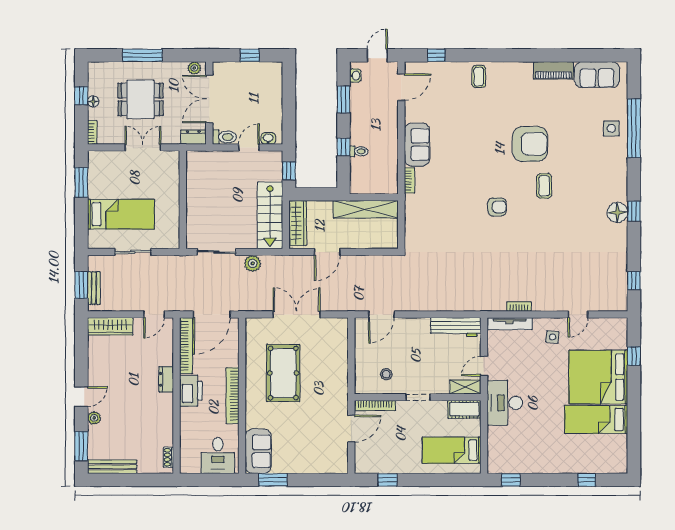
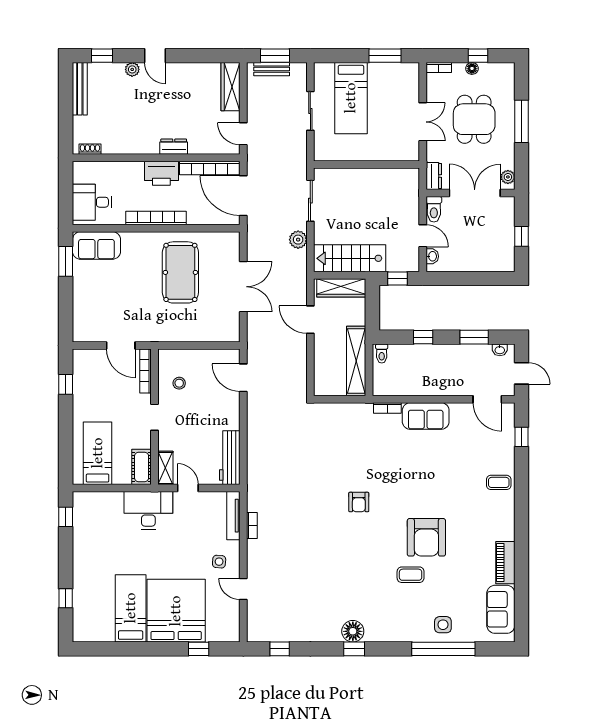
toilet: (359, 151) -> (382, 354), moved
coffee table: (544, 186) -> (411, 575), moved
pool table: (283, 373) -> (180, 272), turned 90
window: (81, 446) -> (102, 56), width x0.67

